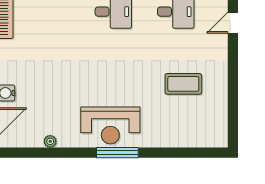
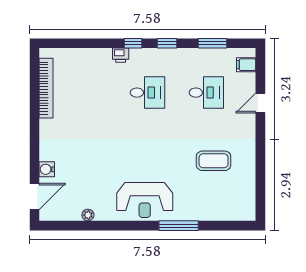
window: (117, 153) -> (179, 226), moved

